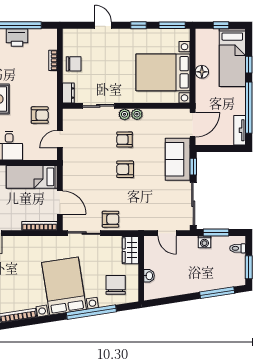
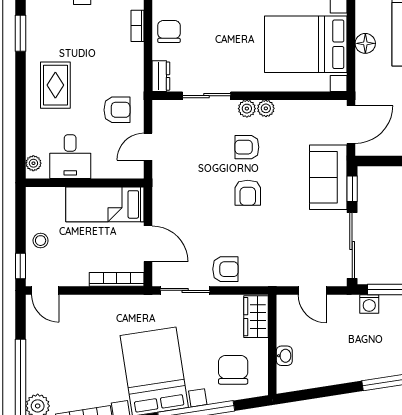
chair: (74, 64) -> (169, 32), turned -90
armchair: (125, 169) -> (248, 193), turned -90

